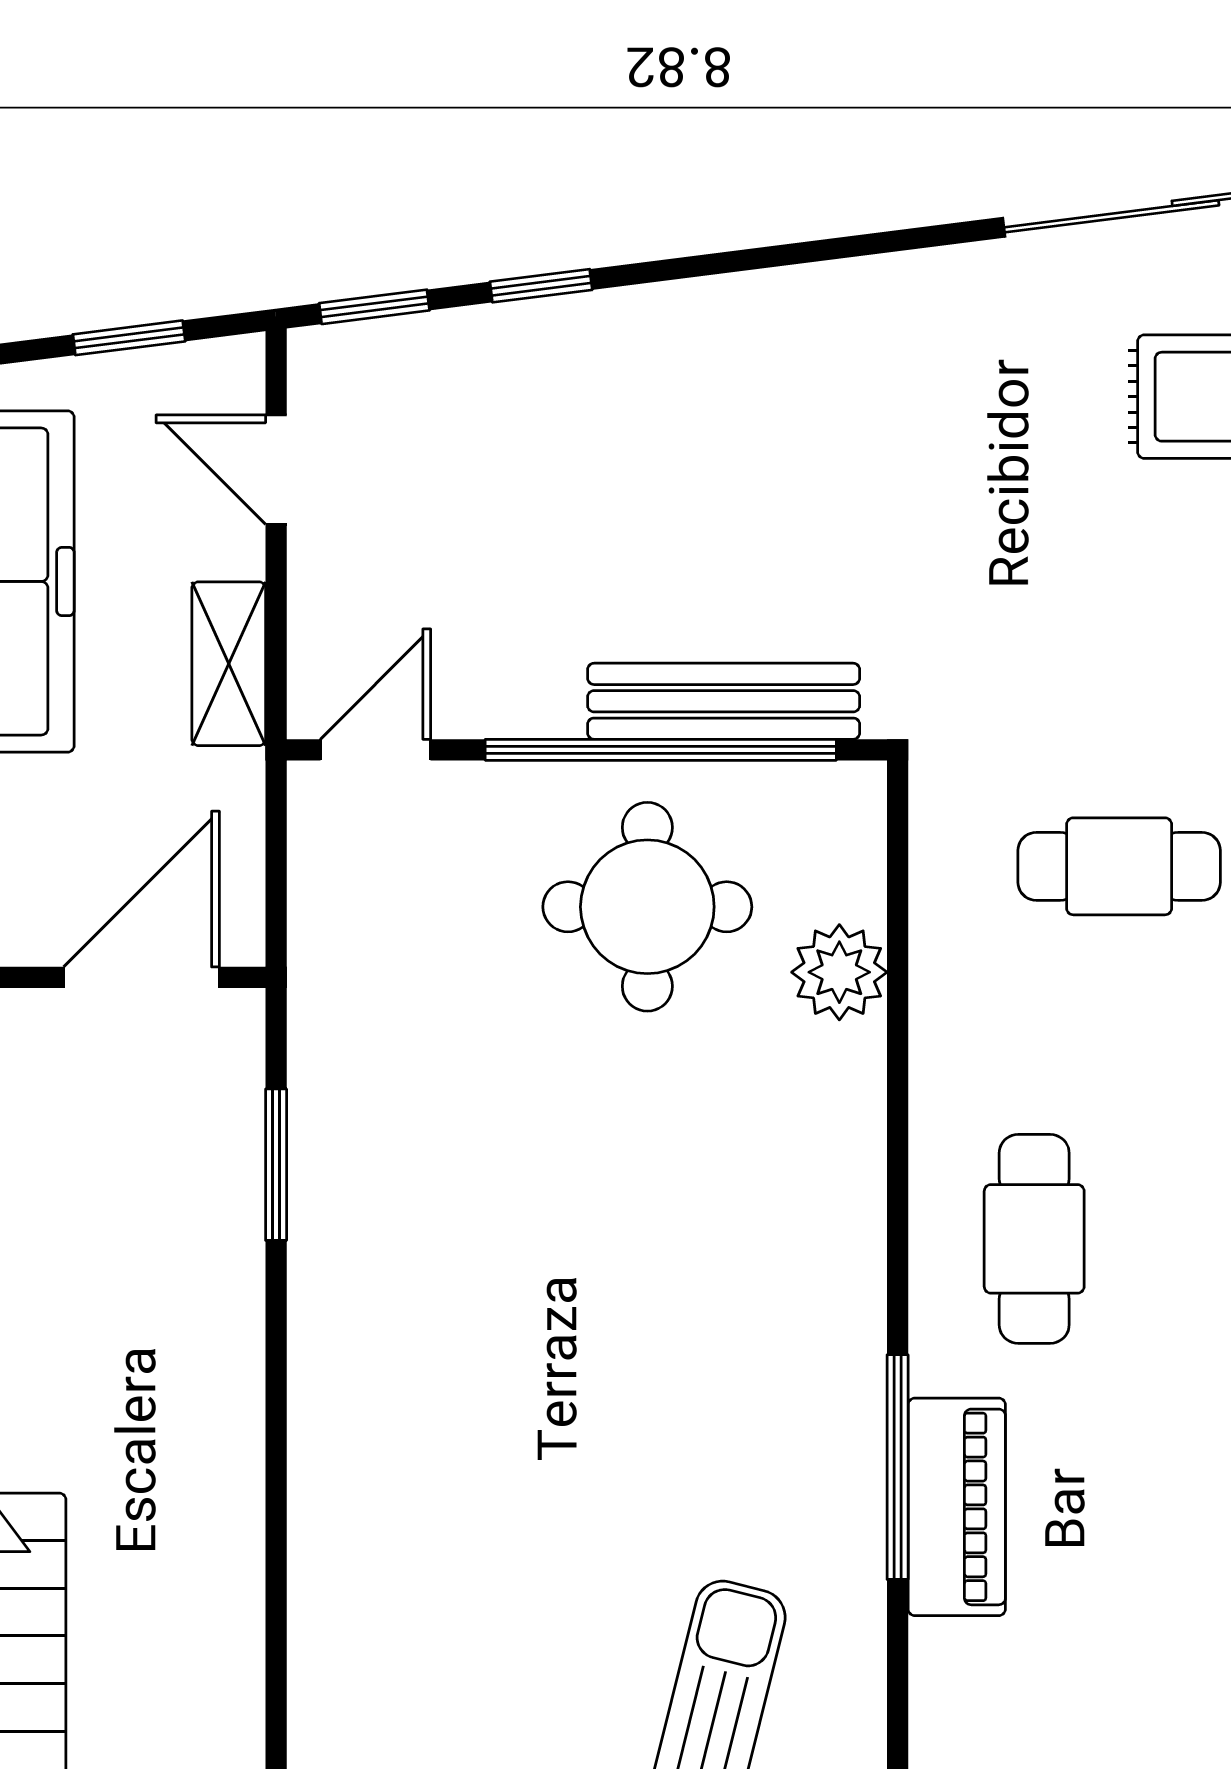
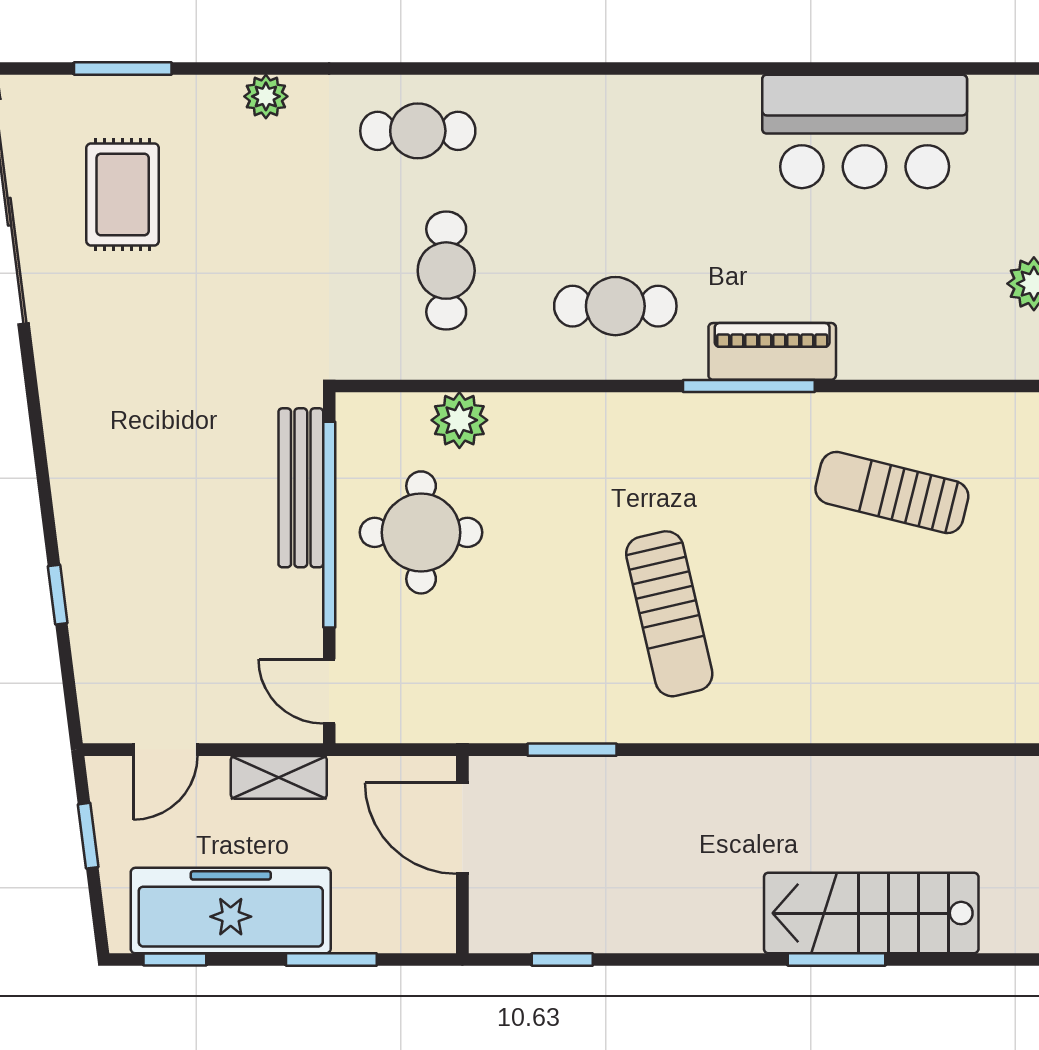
window: (374, 307) -> (70, 692), removed
cafe table: (1119, 866) -> (446, 271), moved
sun lounger: (508, 1331) -> (669, 614), added

